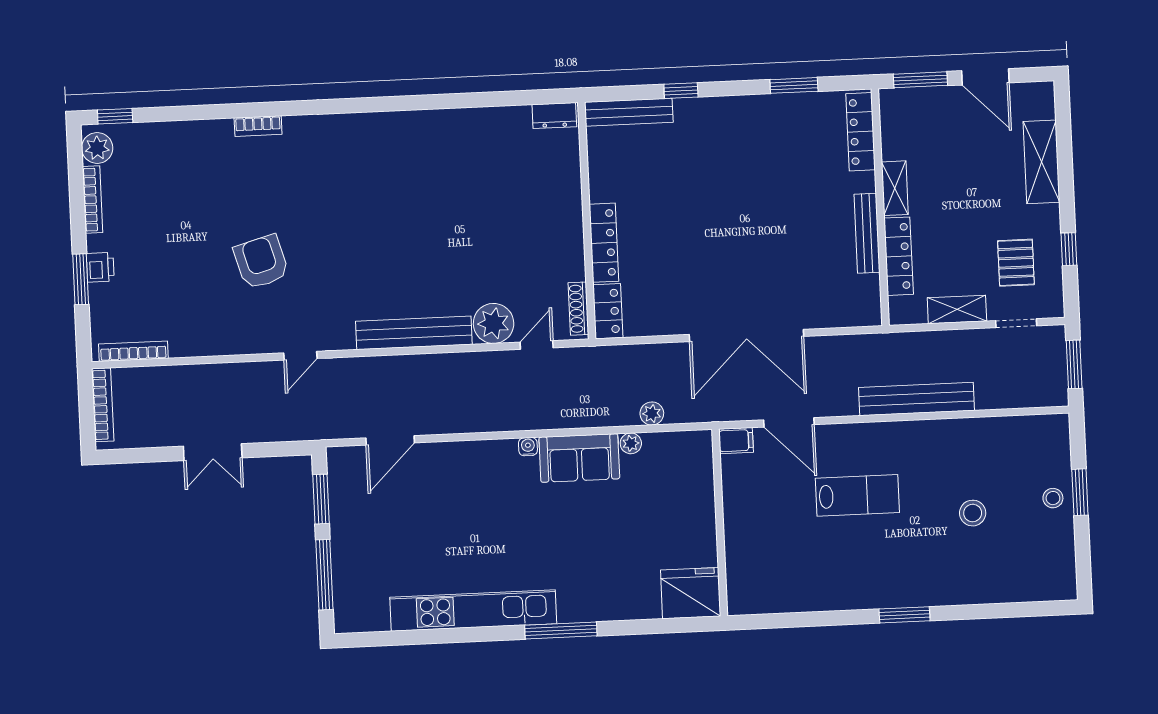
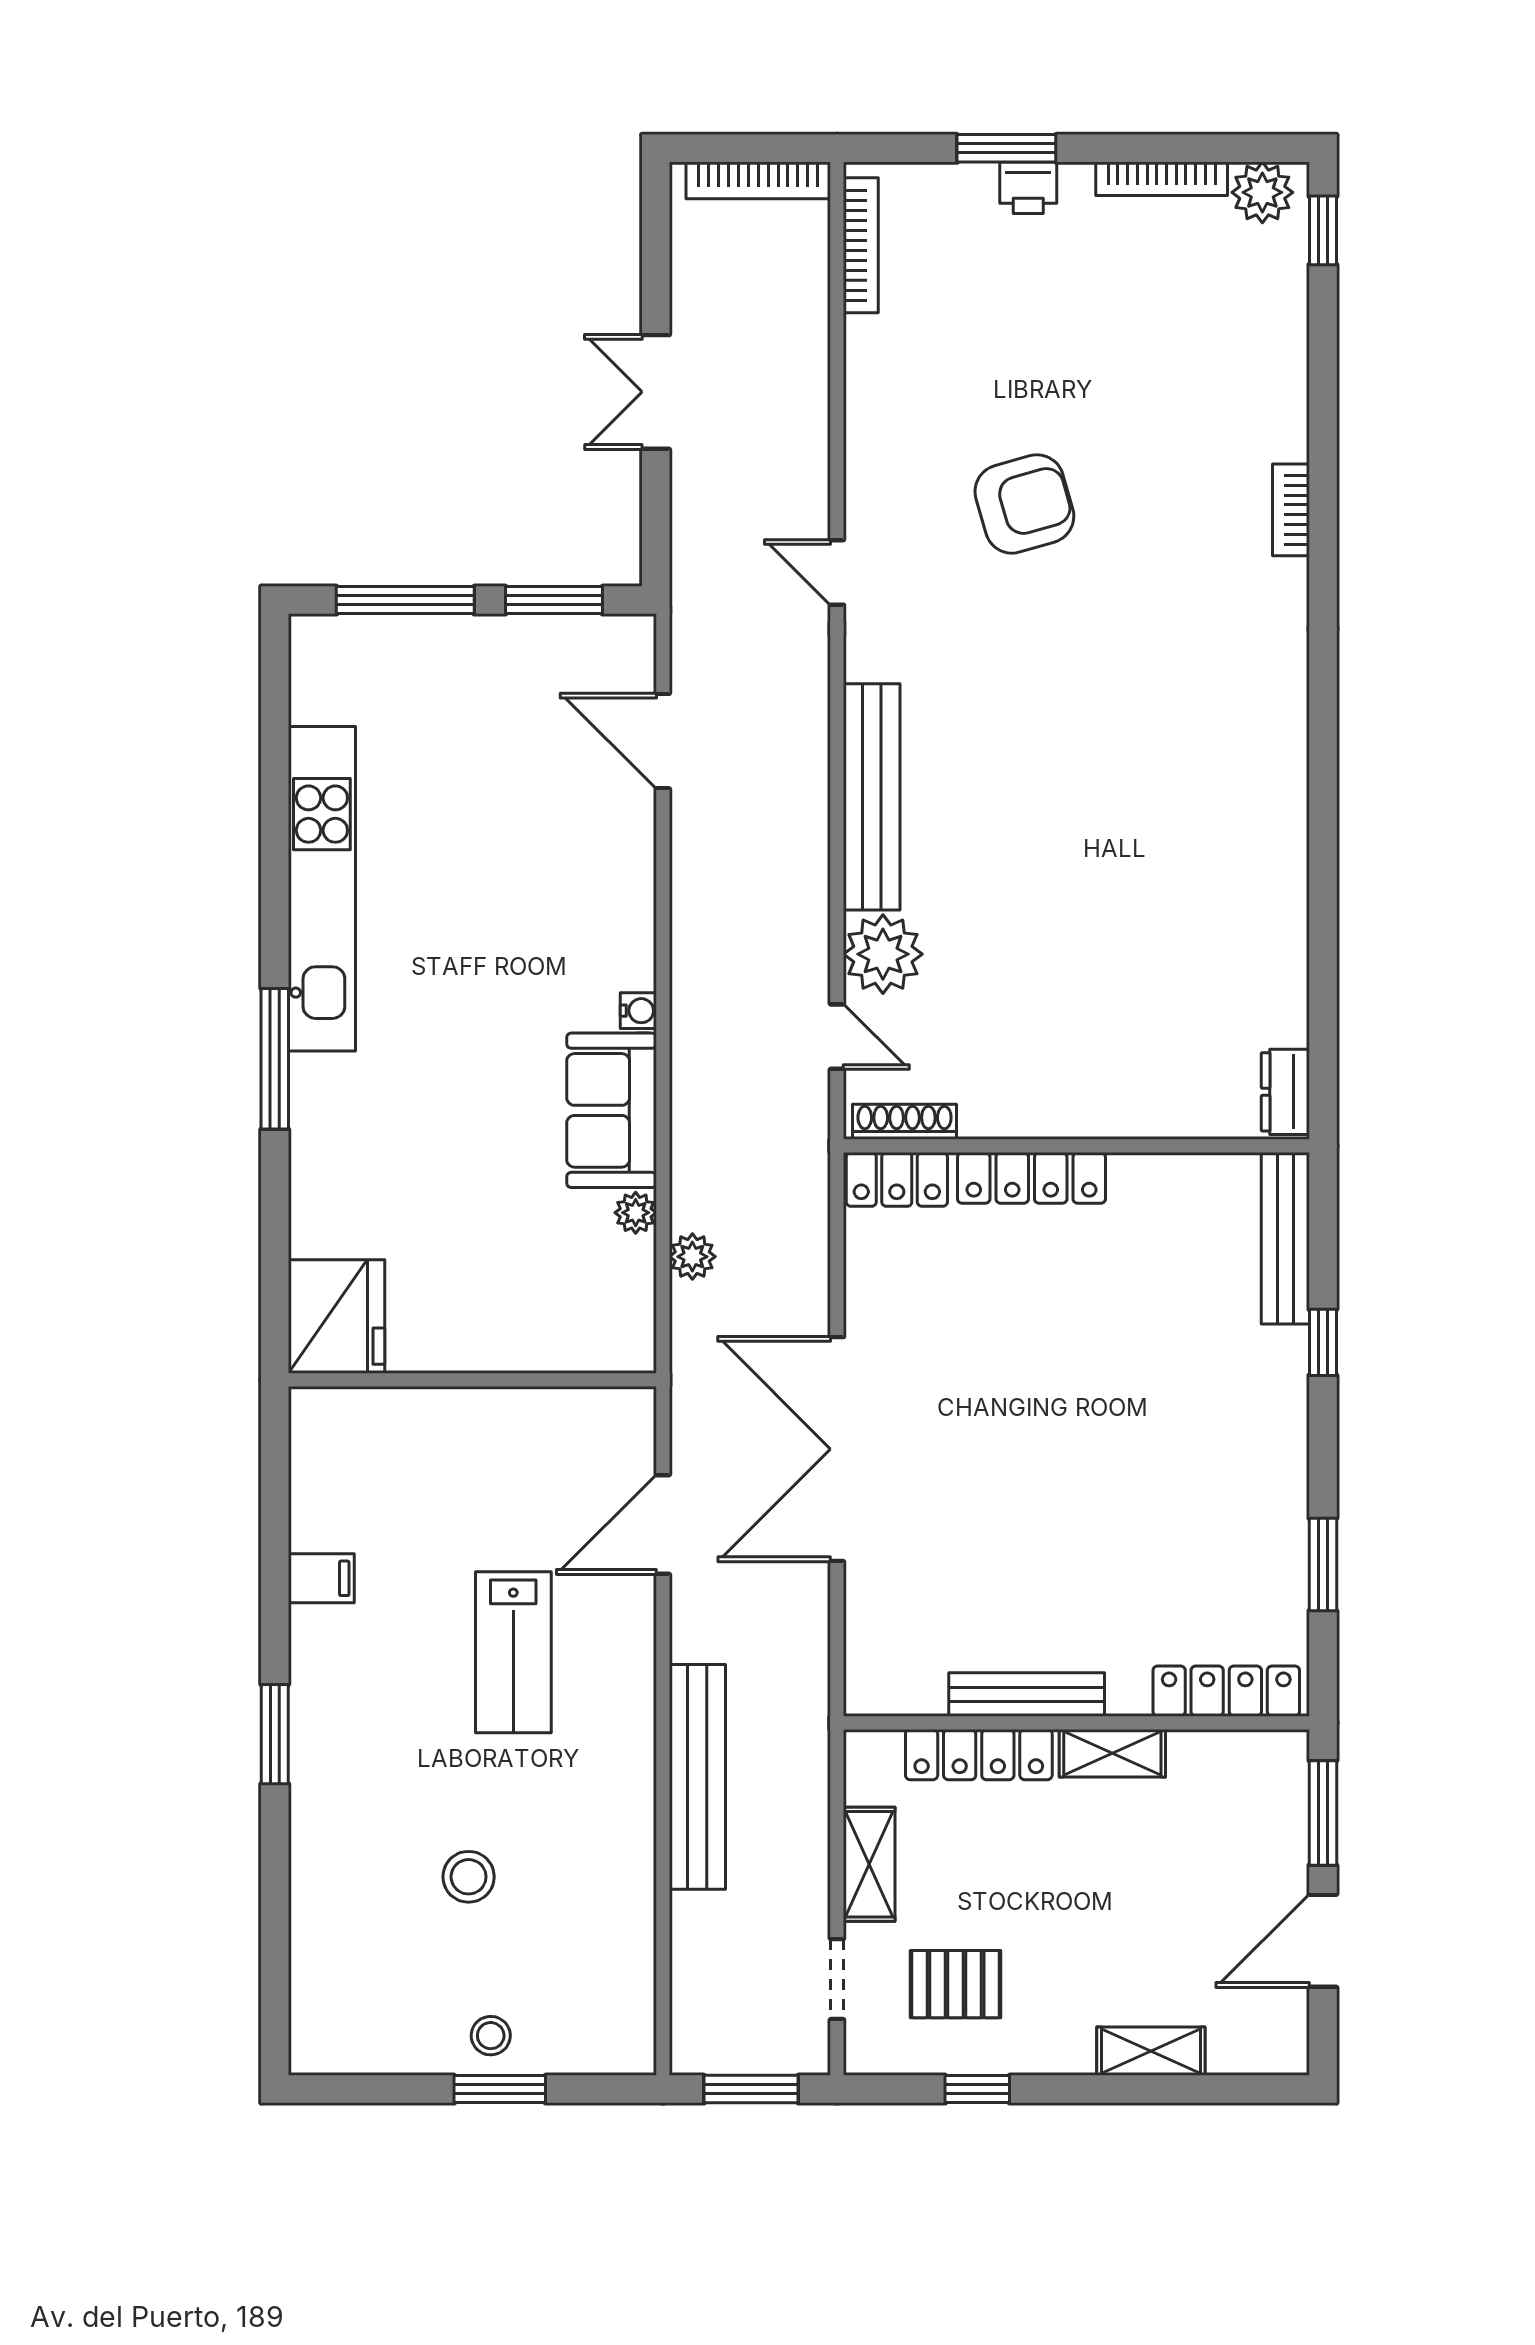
shelving: (1041, 162) -> (1151, 2051), width x0.67, depth x0.75
filing cabinet: (736, 441) -> (321, 1578), moved, turned -90

